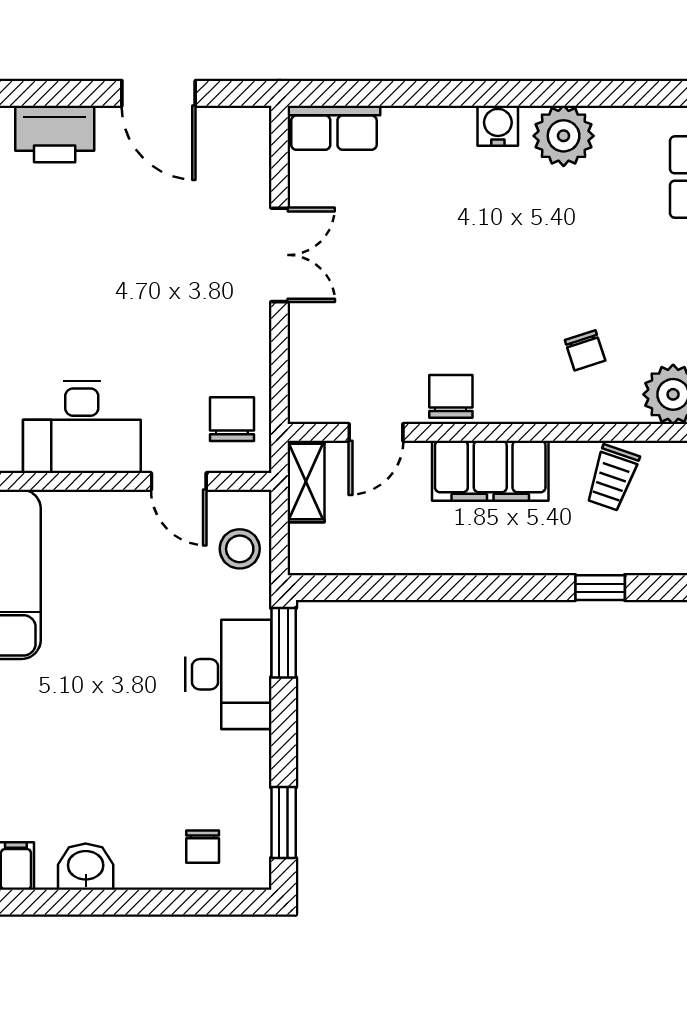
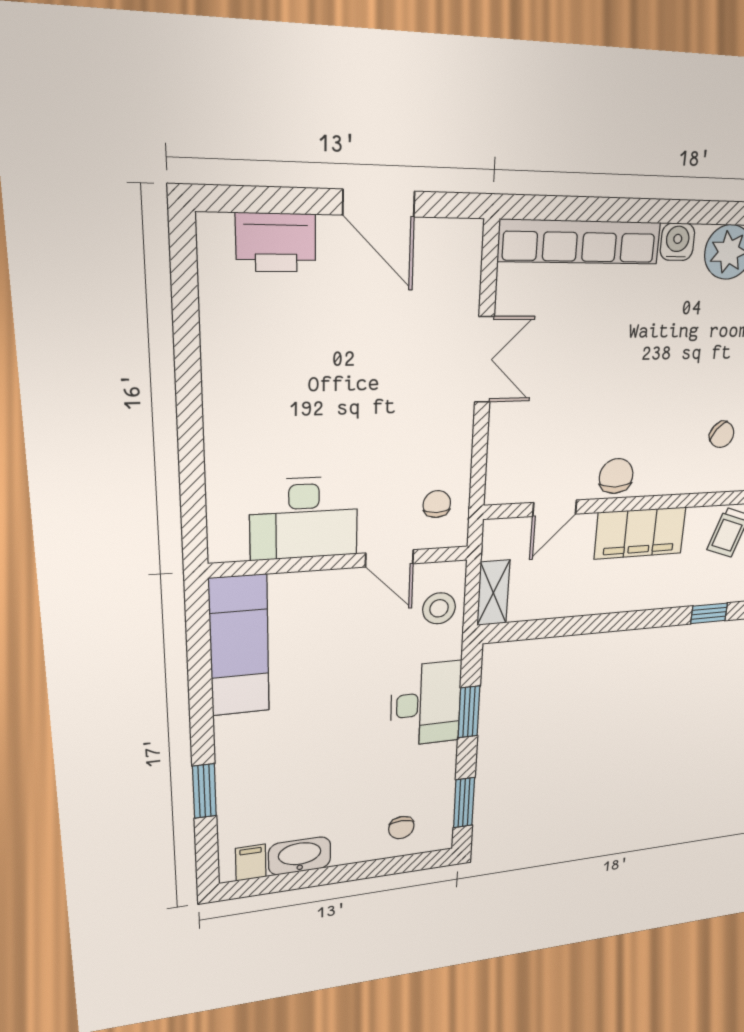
row of seats: (334, 128) -> (580, 242), width x2.02
chair: (585, 350) -> (722, 435), turned -31
chair: (232, 419) -> (437, 504), width x0.73, depth x0.73
shelving: (306, 481) -> (493, 593), moved
window: (284, 643) -> (469, 712), moved
washbasin: (86, 867) -> (300, 856), width x1.38

